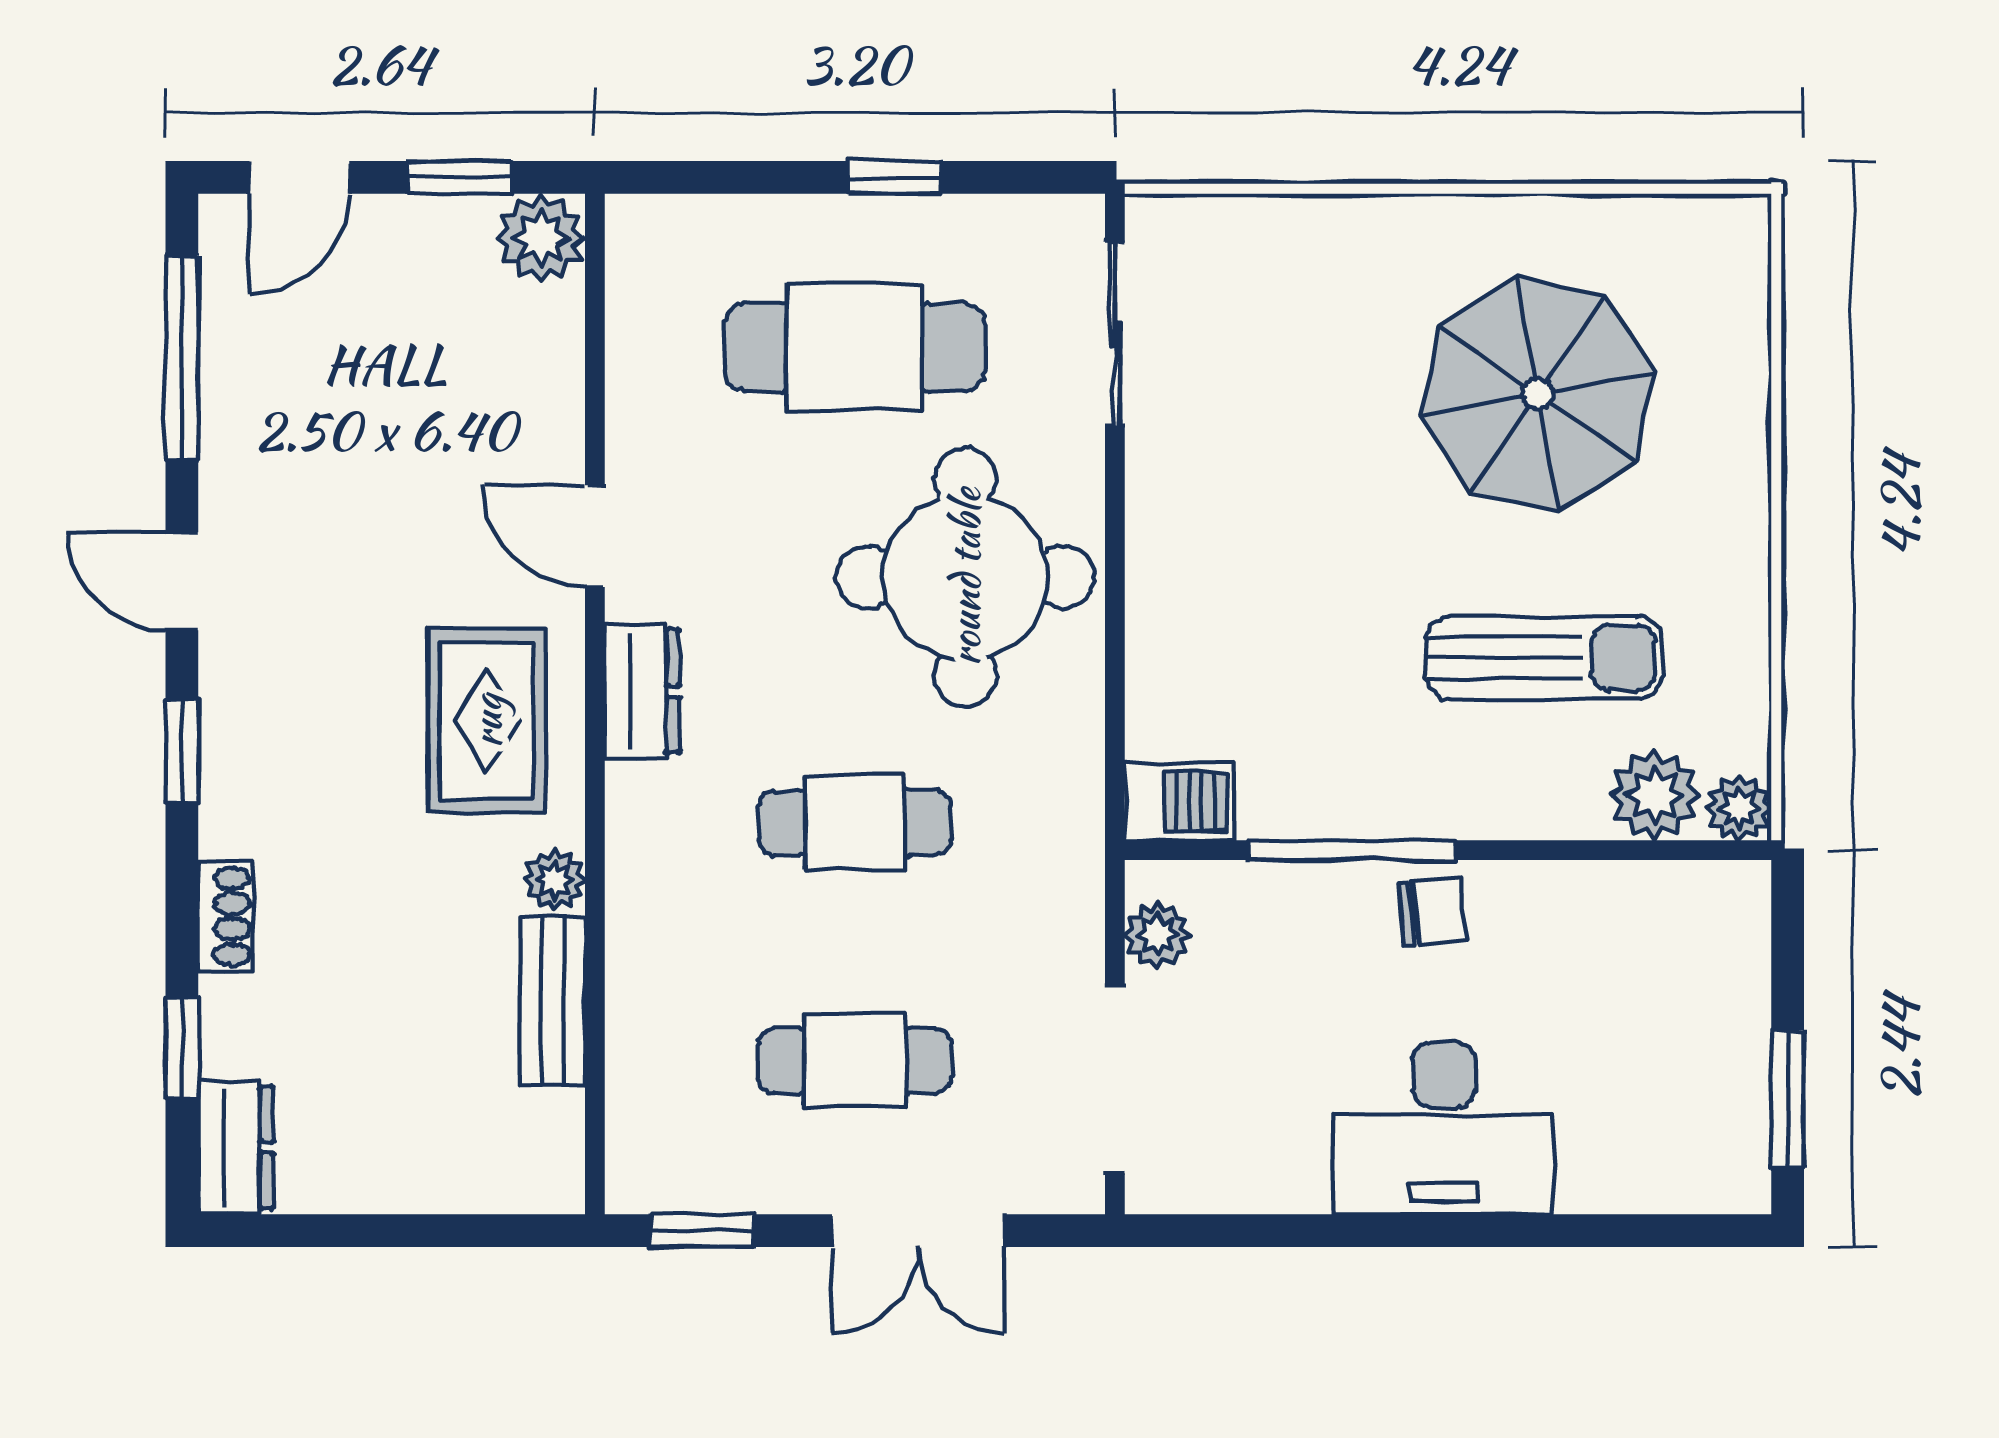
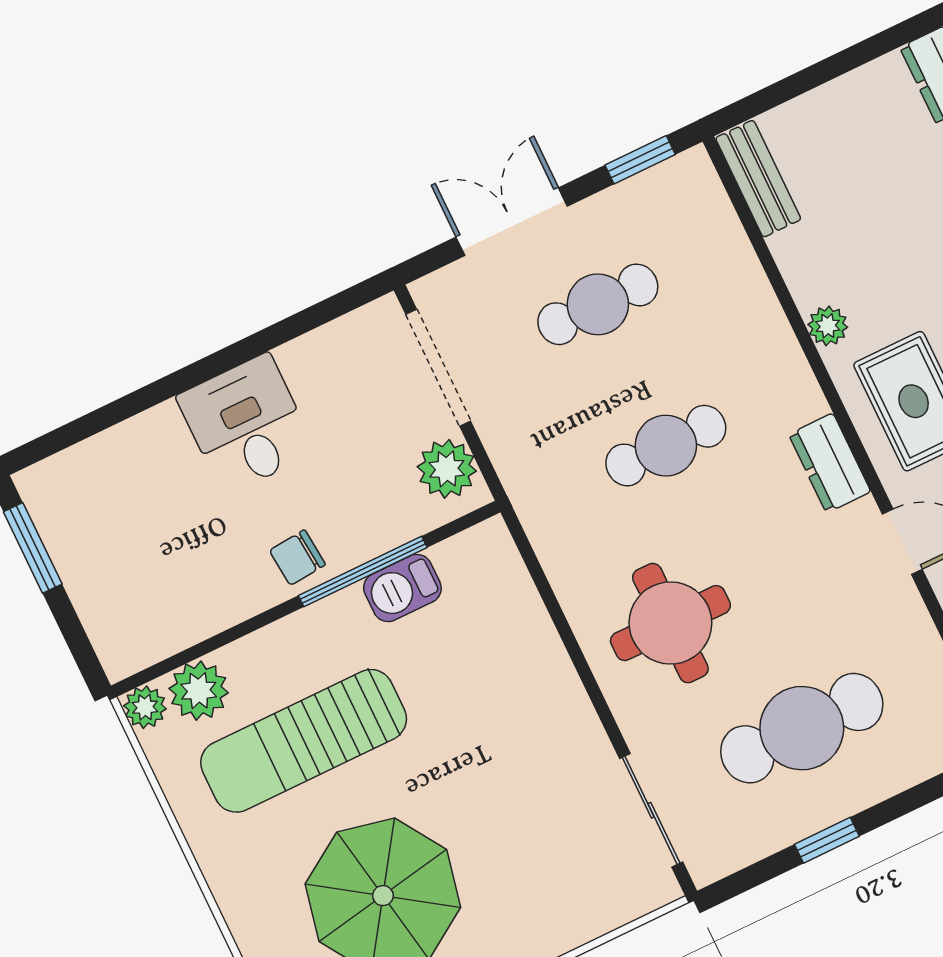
round table: (965, 577) -> (670, 623), width x0.73, depth x0.73
sun lounger: (1544, 658) -> (304, 741), width x1.36, depth x1.34
barbecue: (1180, 801) -> (402, 588), moved
plant: (1157, 935) -> (447, 469), width x1.38, depth x1.38
bench: (553, 1001) -> (758, 179), moved
desk: (1444, 1128) -> (246, 424), width x0.73

